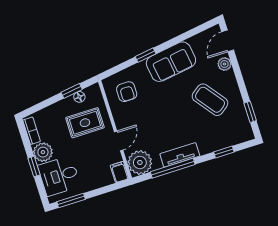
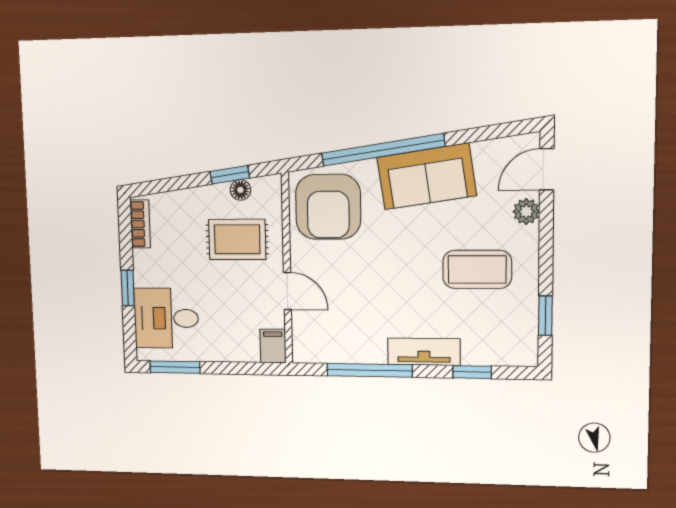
window: (146, 55) -> (383, 150), width x3.17
armchair: (127, 92) -> (328, 207), width x1.88, depth x1.88
coffee table: (210, 100) -> (477, 269), turned -53
door: (119, 141) -> (287, 291), hinge flipped
plant: (43, 152) -> (150, 268), removed
tv unit: (180, 155) -> (424, 352), moved
plant: (140, 162) -> (314, 341), removed

